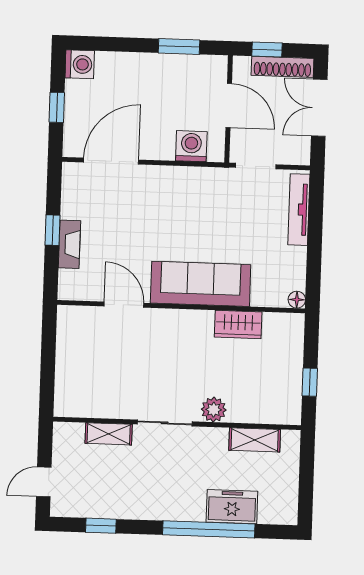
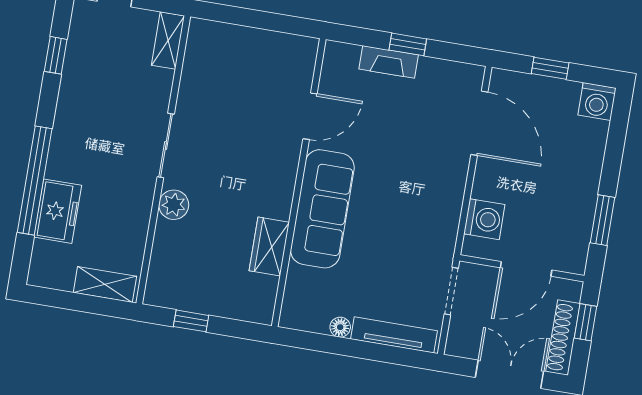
floor lamp: (297, 300) -> (340, 327), moved
shelving: (109, 434) -> (168, 41), moved
shelving: (255, 440) -> (105, 284), moved, turned 90

